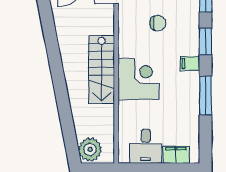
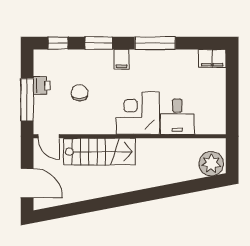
stairs: (102, 70) -> (99, 152), moved
desk: (146, 146) -> (177, 117), moved, turned 90
filing cabinet: (176, 155) -> (212, 58), moved, turned -90

